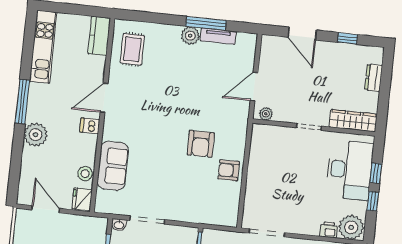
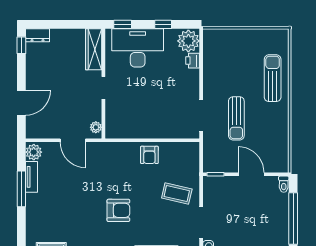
plant: (190, 36) -> (34, 152), moved
window: (347, 38) -> (21, 45), moved
dresser: (374, 78) -> (37, 35), moved
armchair: (201, 144) -> (118, 210), moved
window: (376, 173) -> (123, 24), moved
coffee table: (182, 196) -> (177, 194), added

